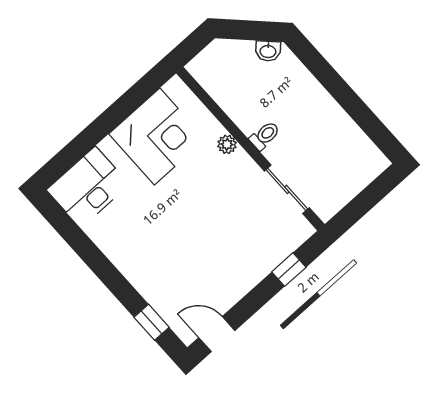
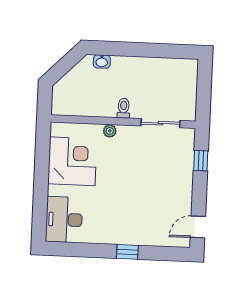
washbasin: (268, 51) -> (102, 61), moved, turned 45
window: (152, 322) -> (127, 252), moved

